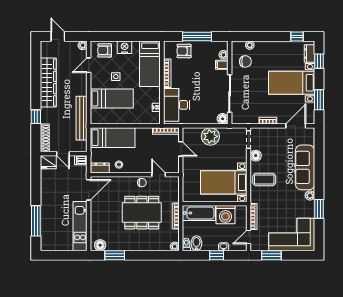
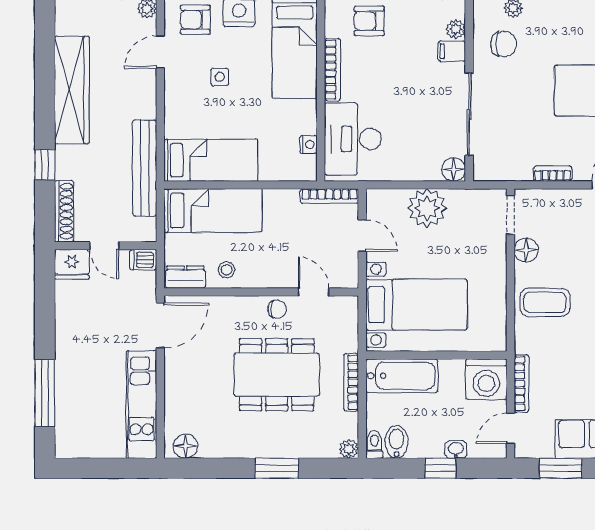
bed: (112, 98) -> (211, 160), moved
bed with nightstands: (224, 182) -> (416, 305), moved, turned 180
washing machine: (226, 215) -> (486, 379), moved
window: (115, 255) -> (277, 468), moved

